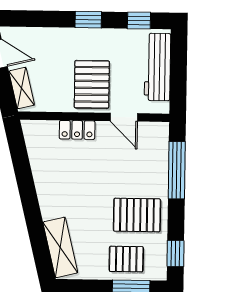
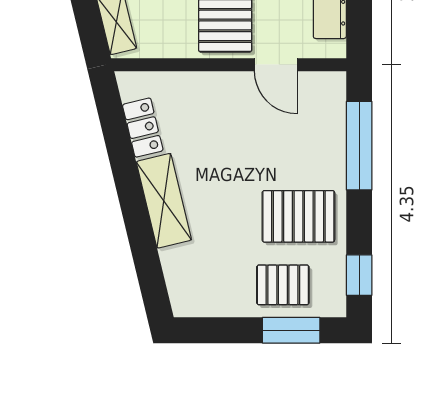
locker: (77, 130) -> (143, 128), moved, turned -104
shelving: (60, 247) -> (164, 201), moved

